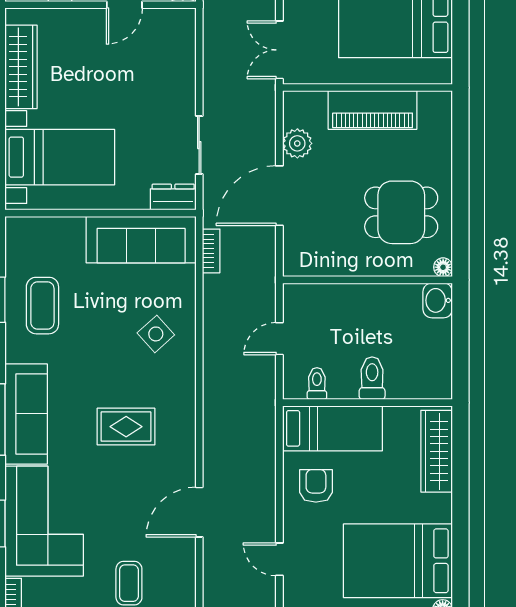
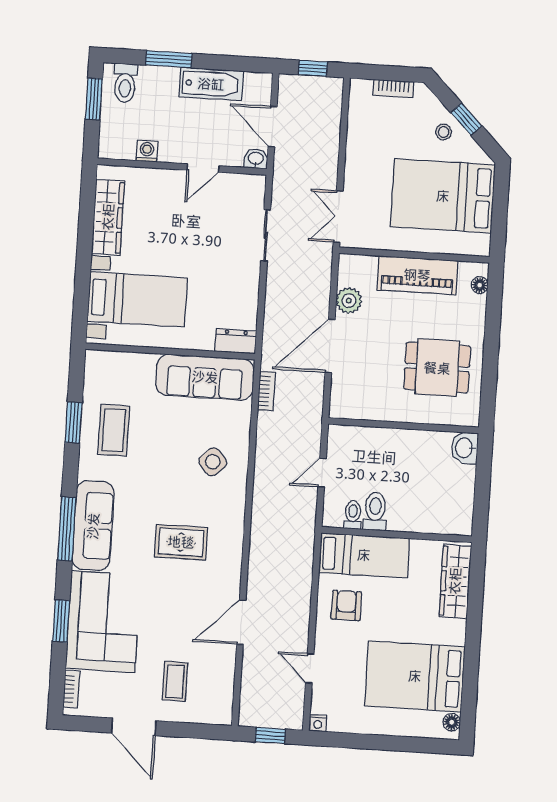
sliding door: (199, 145) -> (266, 235), moved
floor lamp: (443, 267) -> (480, 285), moved
toilet: (372, 378) -> (375, 511), moved

